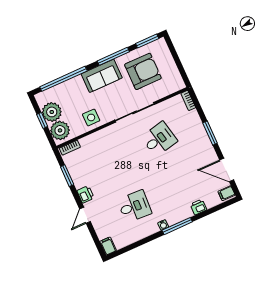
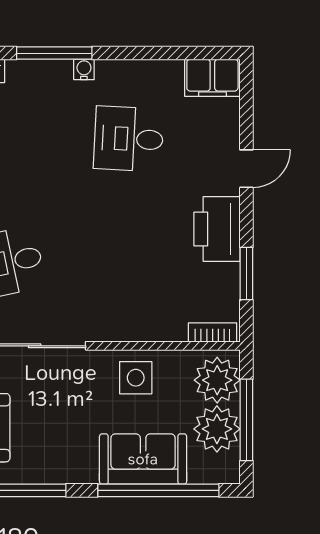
sofa: (102, 76) -> (143, 459), moved
window: (42, 120) -> (246, 420), width x2.17
printer: (86, 194) -> (217, 229), width x1.87, depth x1.48
filing cabinet: (108, 246) -> (212, 78), width x2.00

